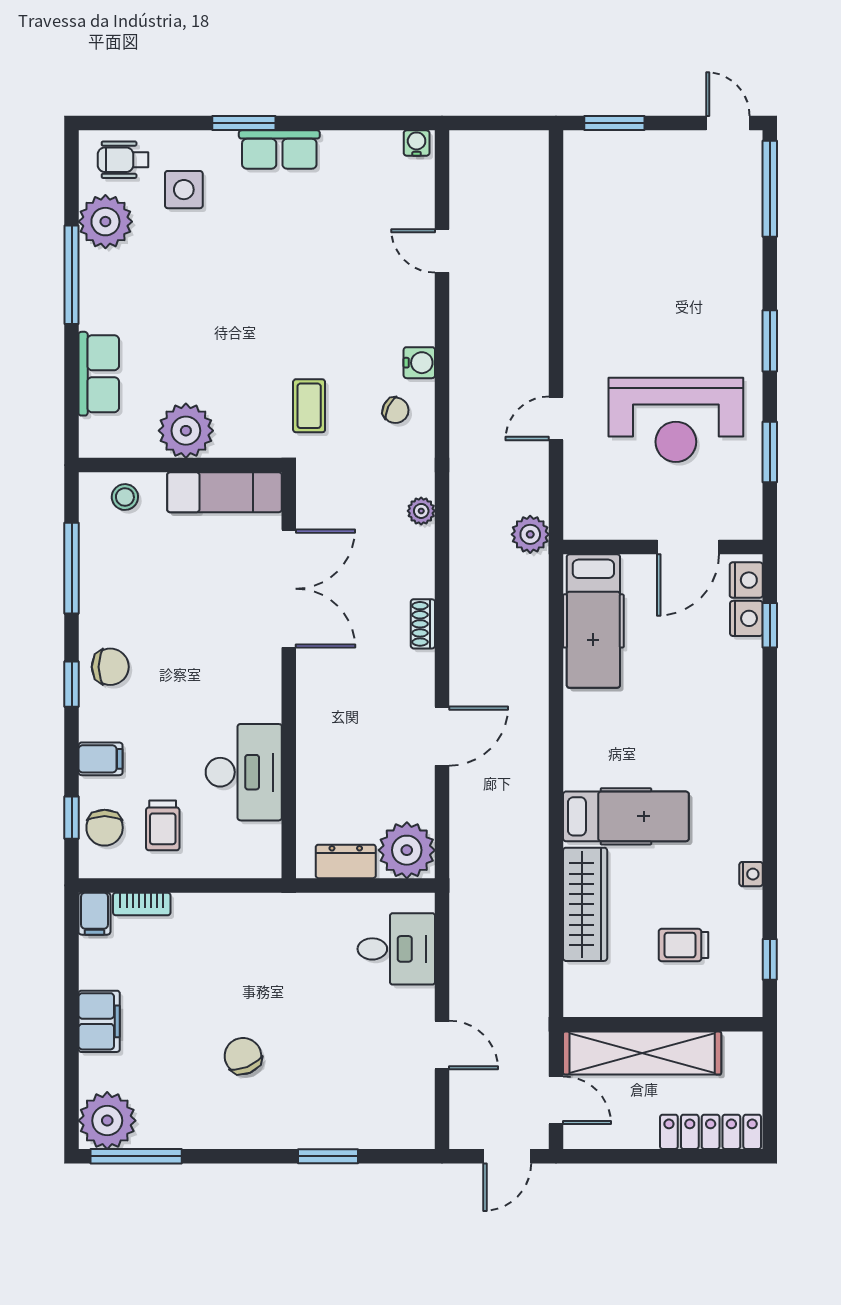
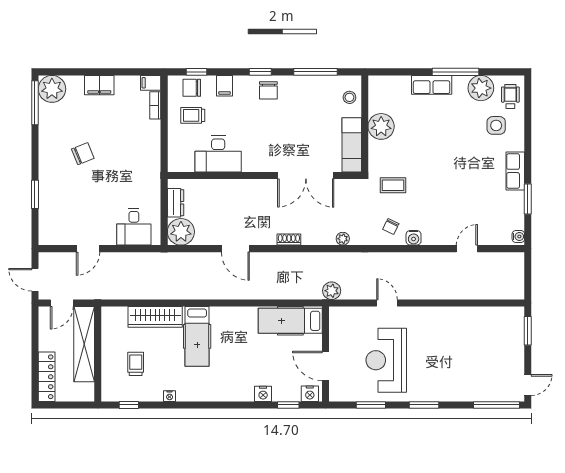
window: (244, 123) -> (528, 199), moved
row of seats: (99, 374) -> (432, 85), moved
nightstand: (746, 618) -> (263, 394), moved

